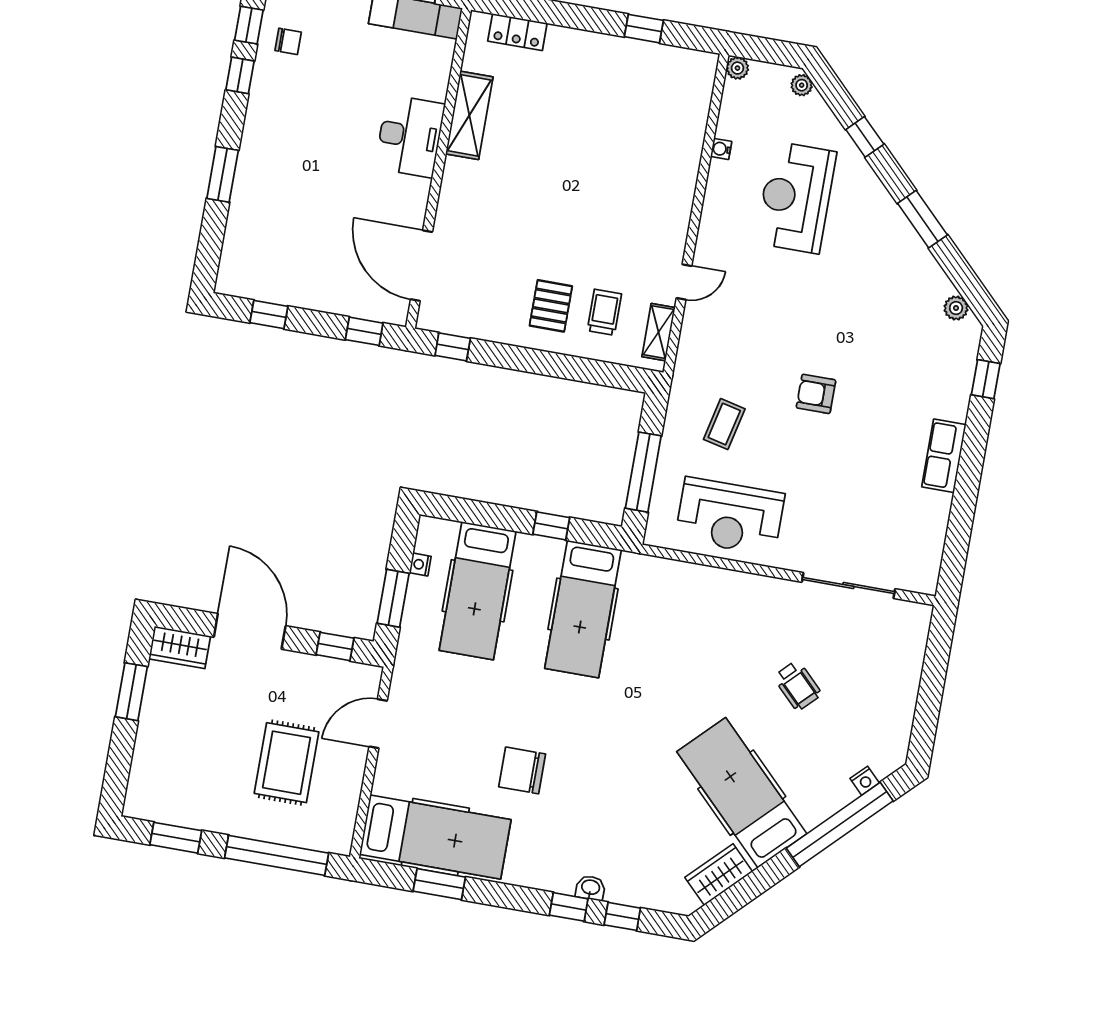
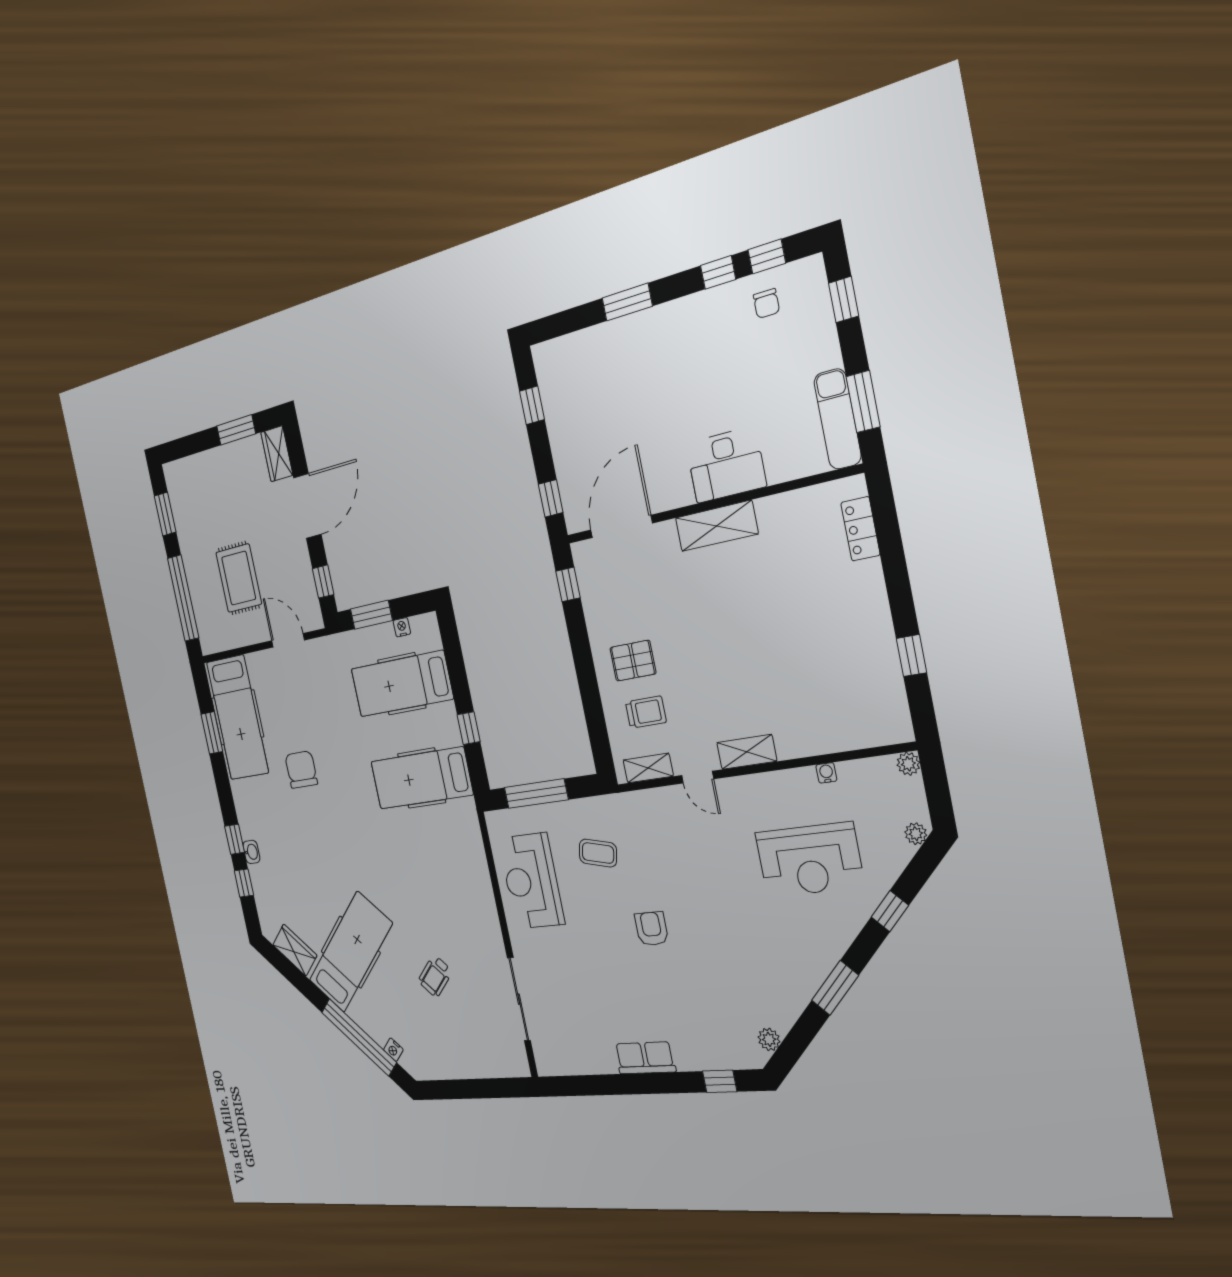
shelving: (469, 115) -> (717, 526), moved
reception desk: (796, 197) -> (809, 860), turned 180
shelving: (677, 221) -> (747, 752), added
rug: (287, 763) -> (239, 578), turned 90

